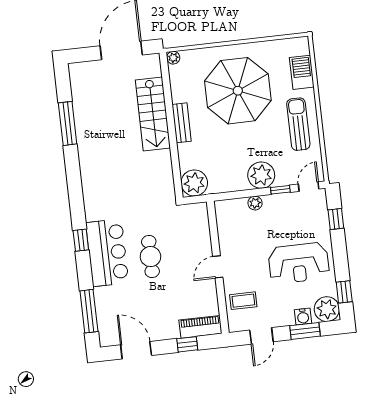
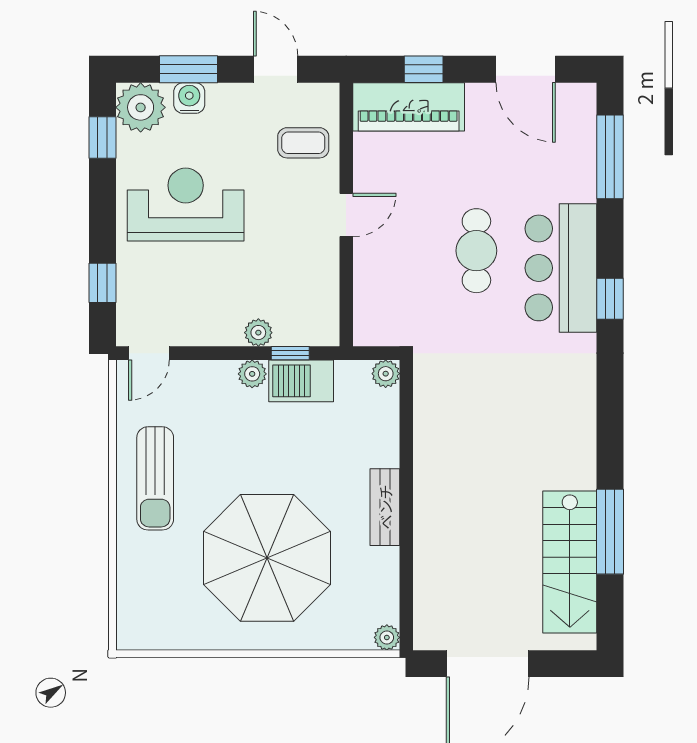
barbecue: (302, 72) -> (301, 381), moved, turned 90
stairs: (153, 114) -> (570, 562), moved, turned 180
plant: (261, 175) -> (252, 374), width x0.53, depth x0.53
plant: (194, 183) -> (386, 374), width x0.53, depth x0.53
window: (280, 190) -> (290, 353), moved
piano: (200, 327) -> (409, 107), width x1.37, depth x1.33
door: (261, 336) -> (276, 69), hinge flipped

